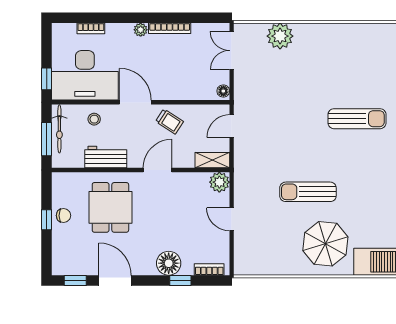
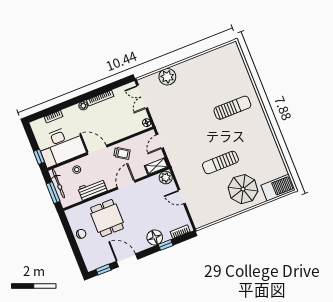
window: (47, 220) -> (72, 240), removed

